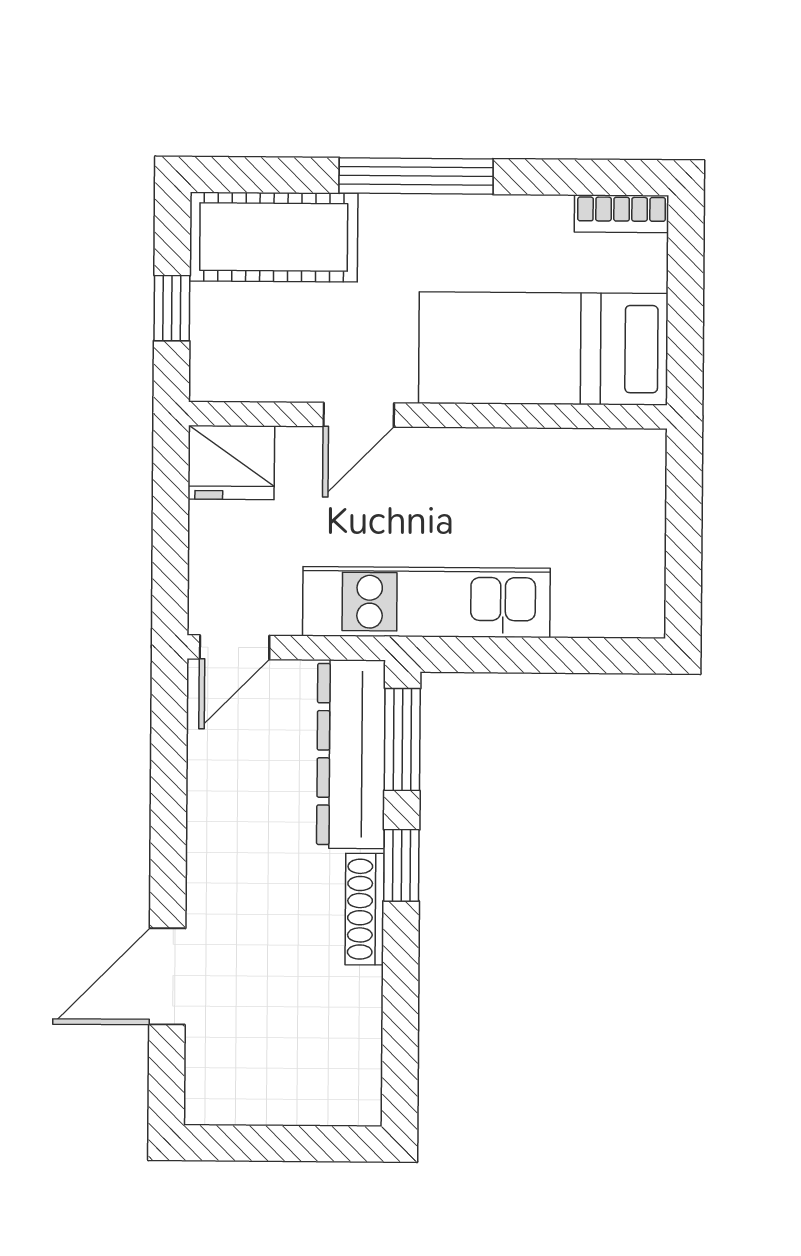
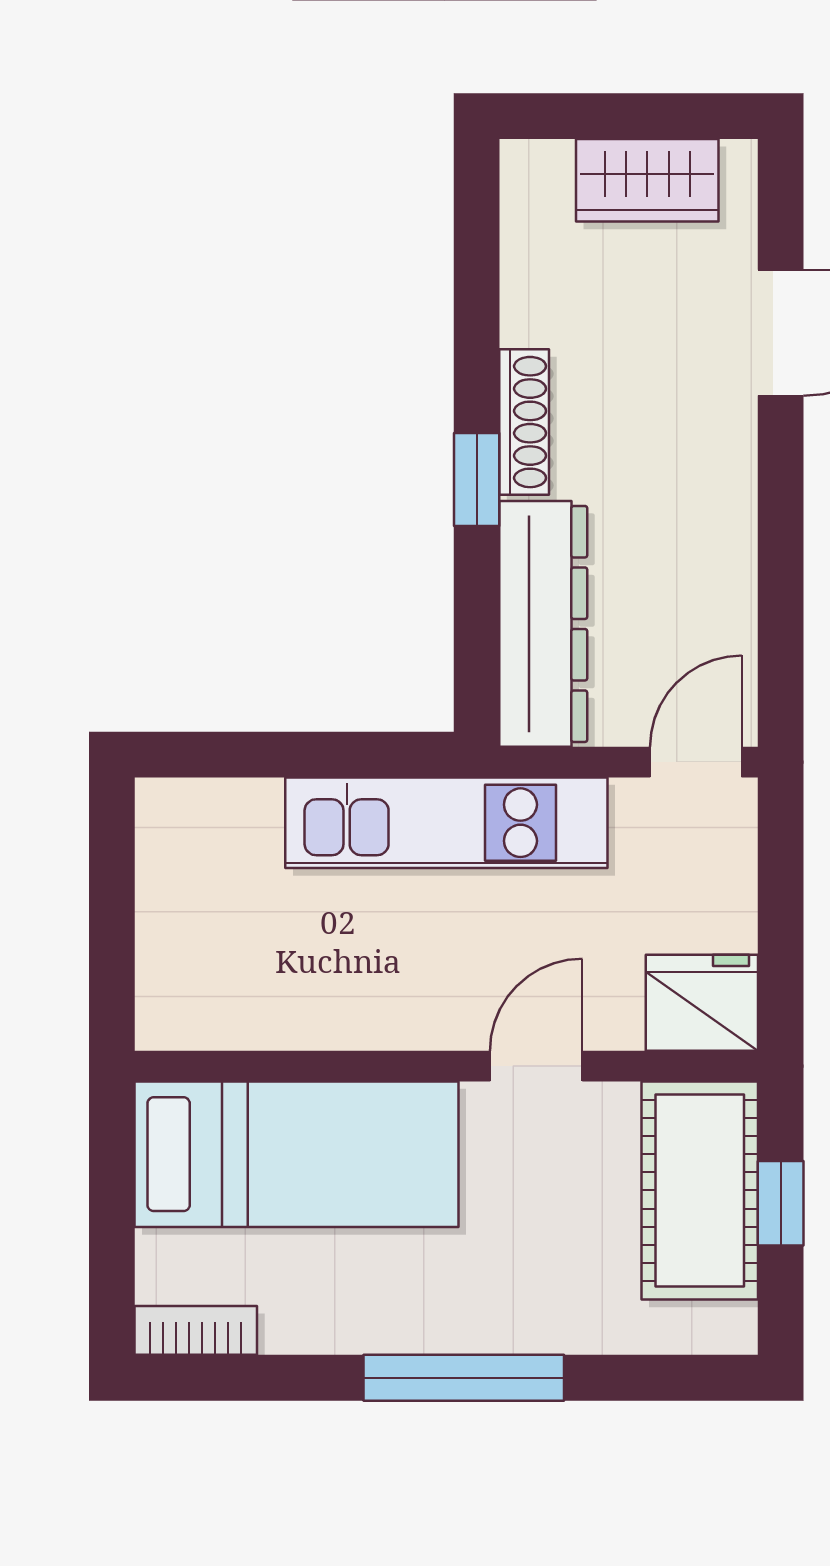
cot: (274, 237) -> (700, 1190), moved, turned 90
window: (402, 739) -> (477, 644), removed
wardrobe: (269, 1094) -> (647, 180), added

